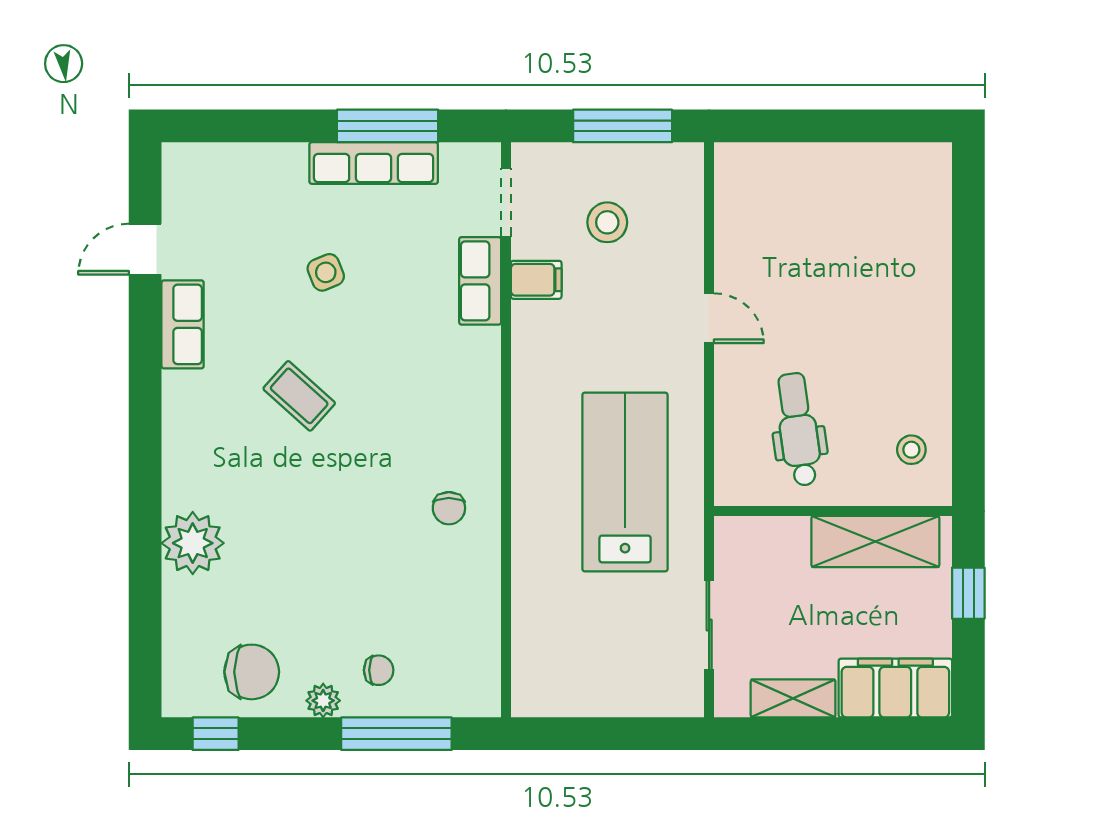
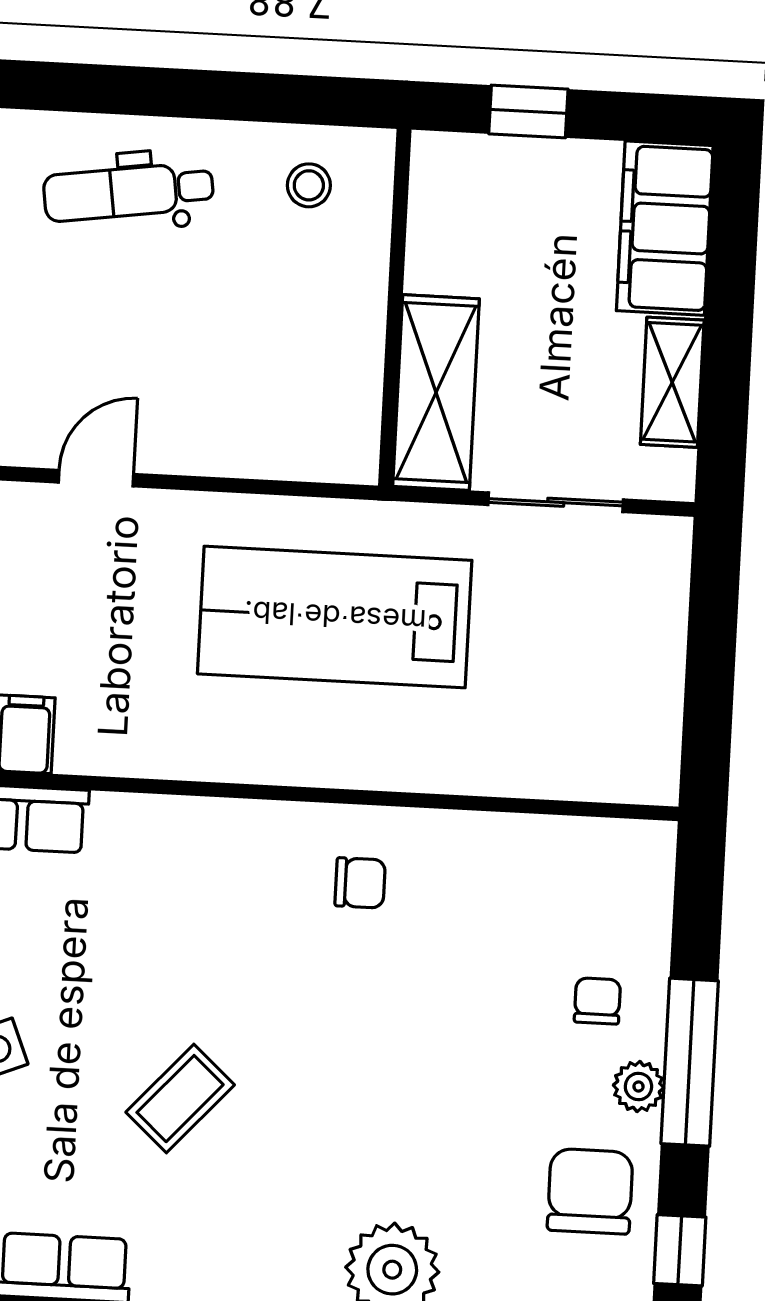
dental chair: (798, 429) -> (128, 192), moved
shelving: (875, 542) -> (436, 393), moved
window: (396, 734) -> (690, 1062), moved

